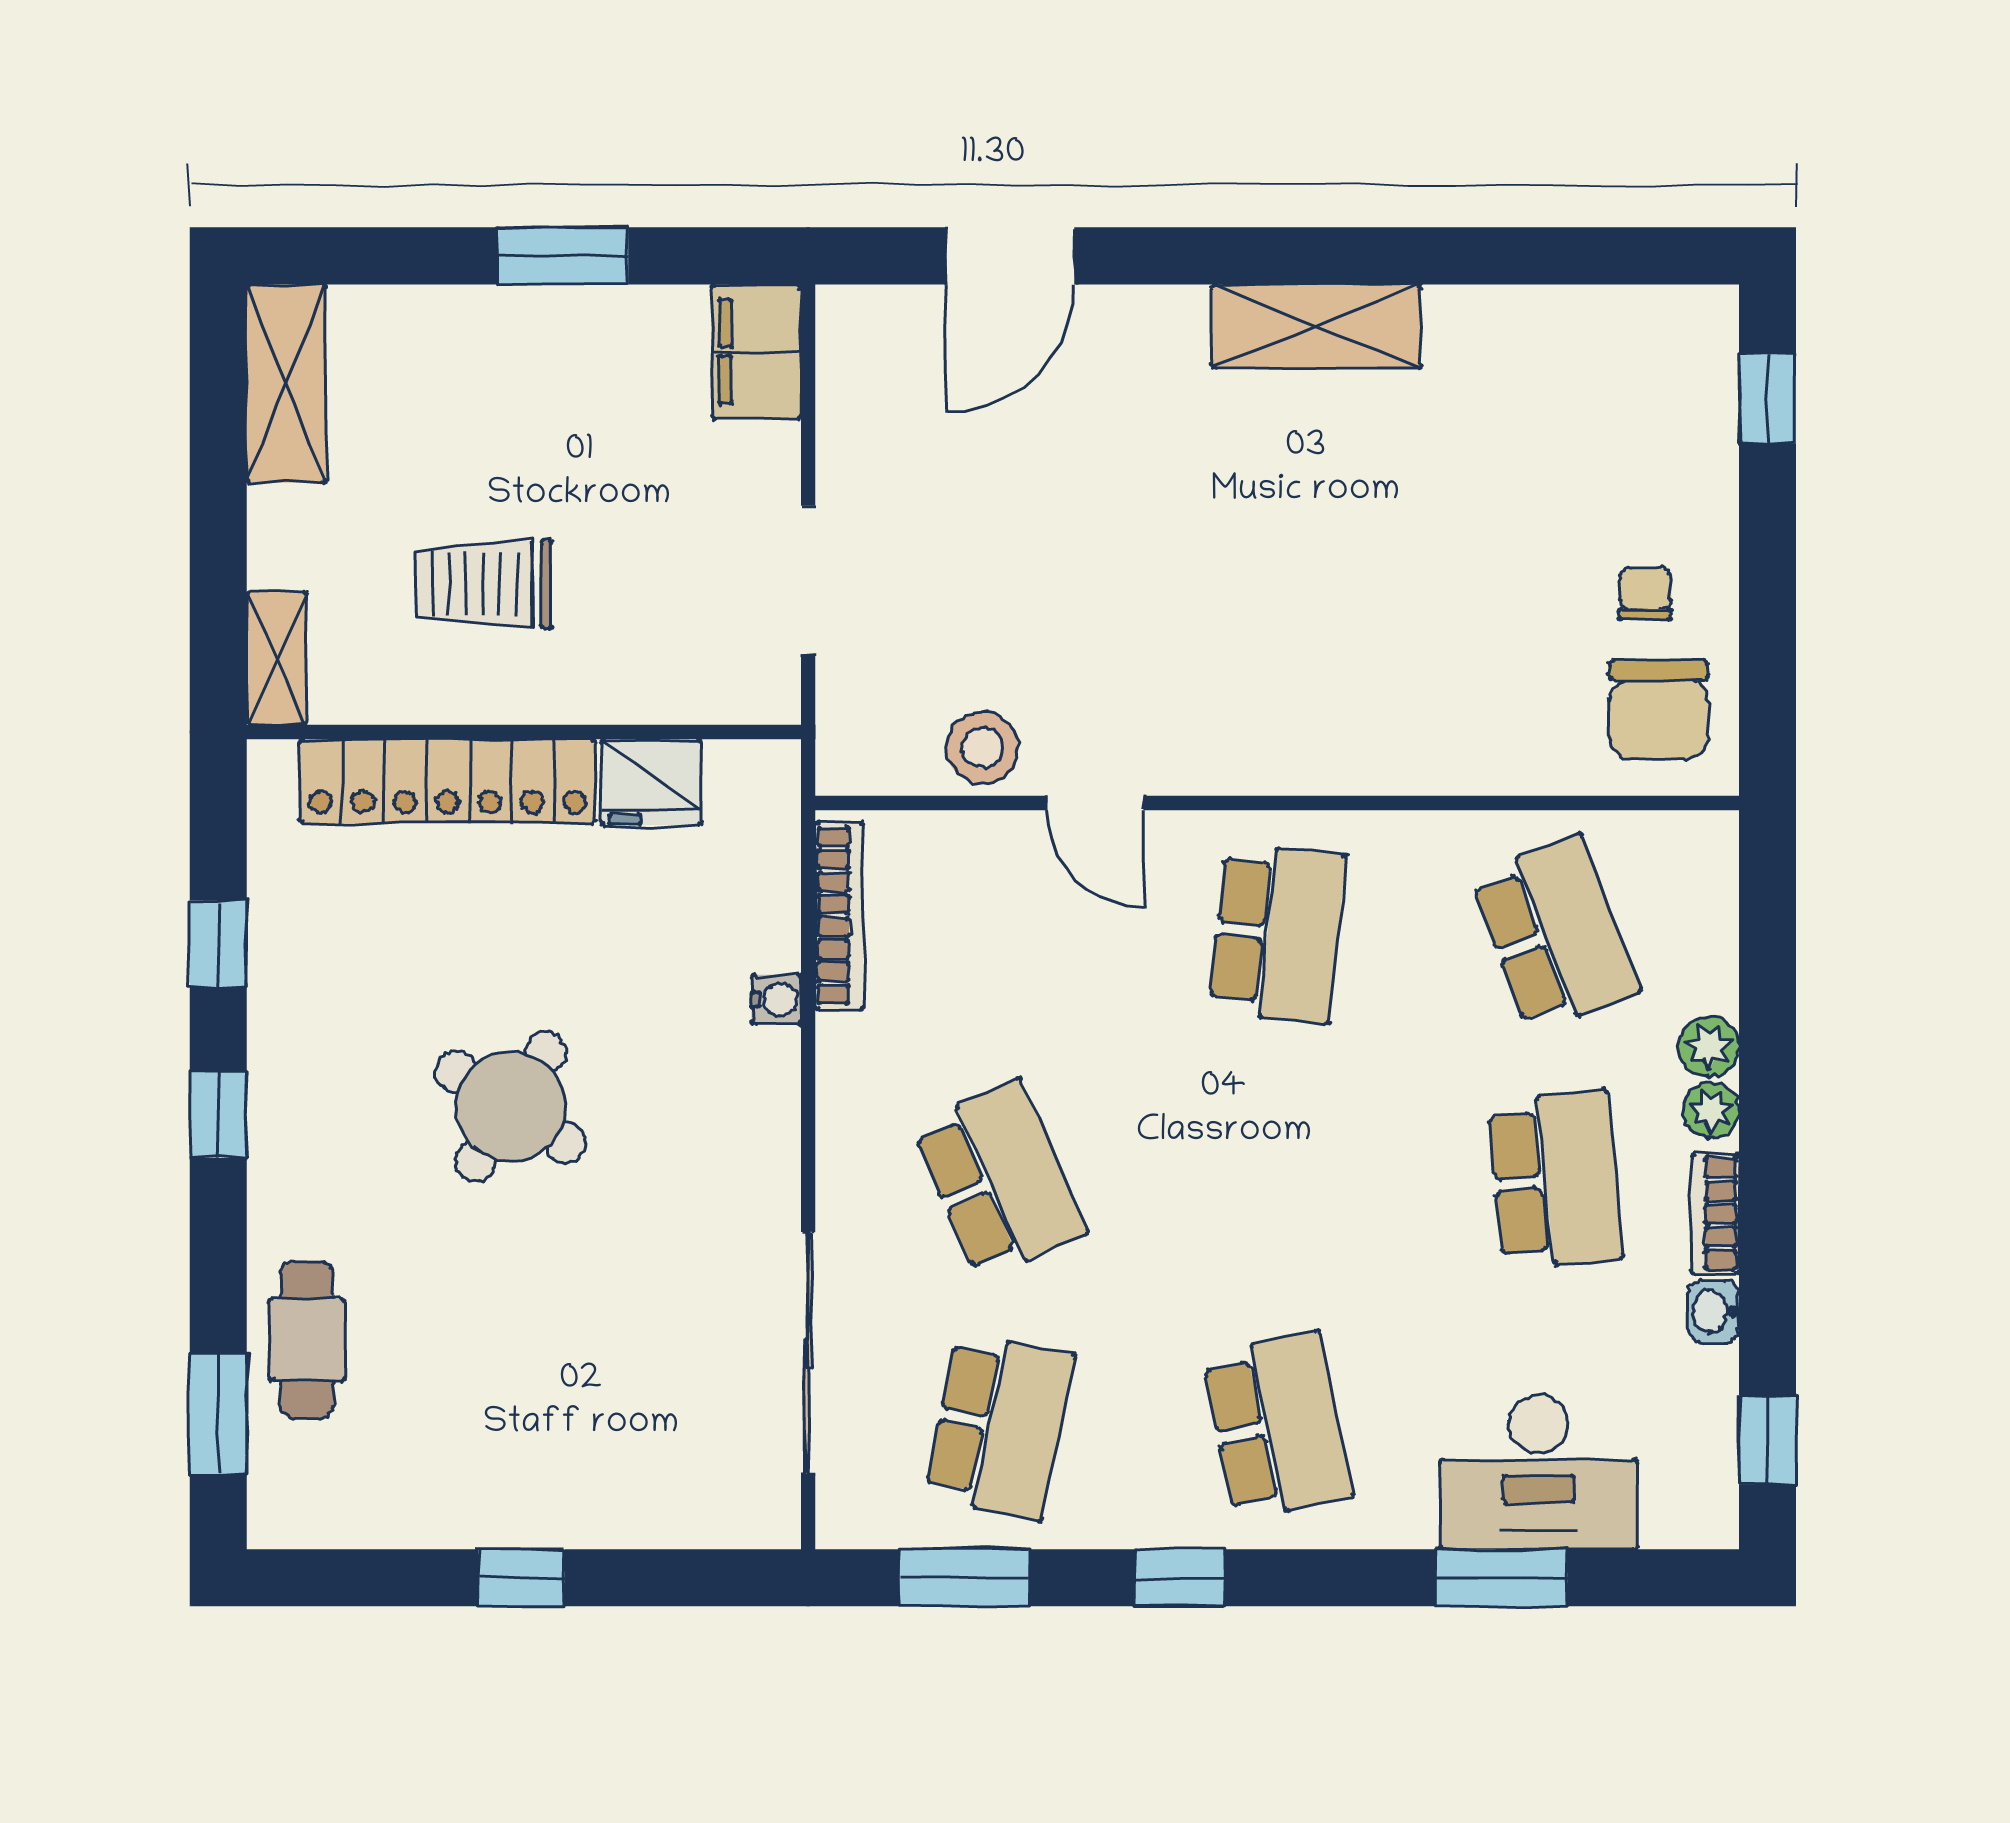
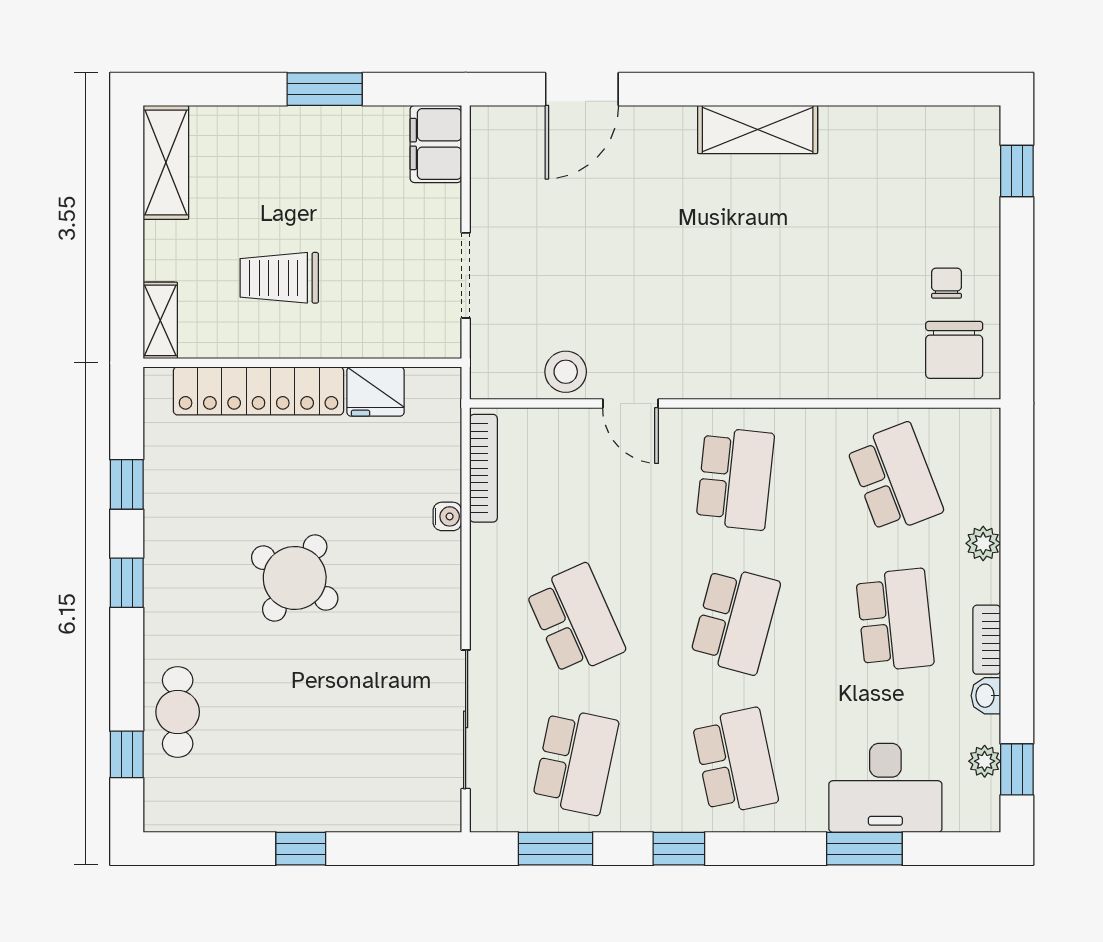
plant: (1711, 1110) -> (985, 761), moved
school desk: (1277, 1180) -> (735, 620), added
window: (218, 1414) -> (127, 754), width x0.67

